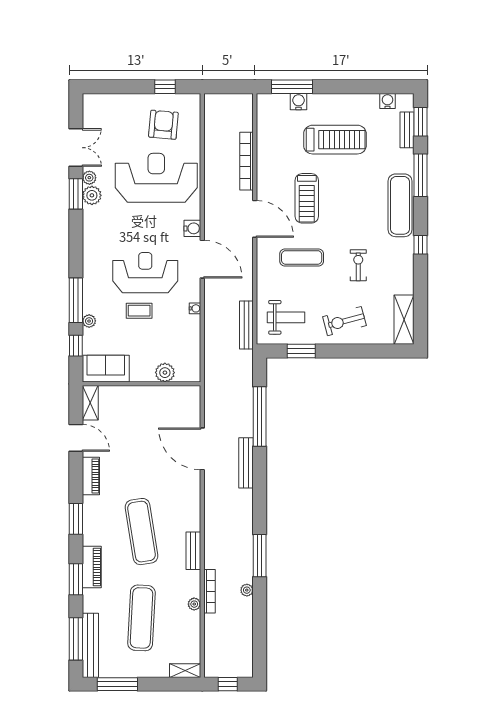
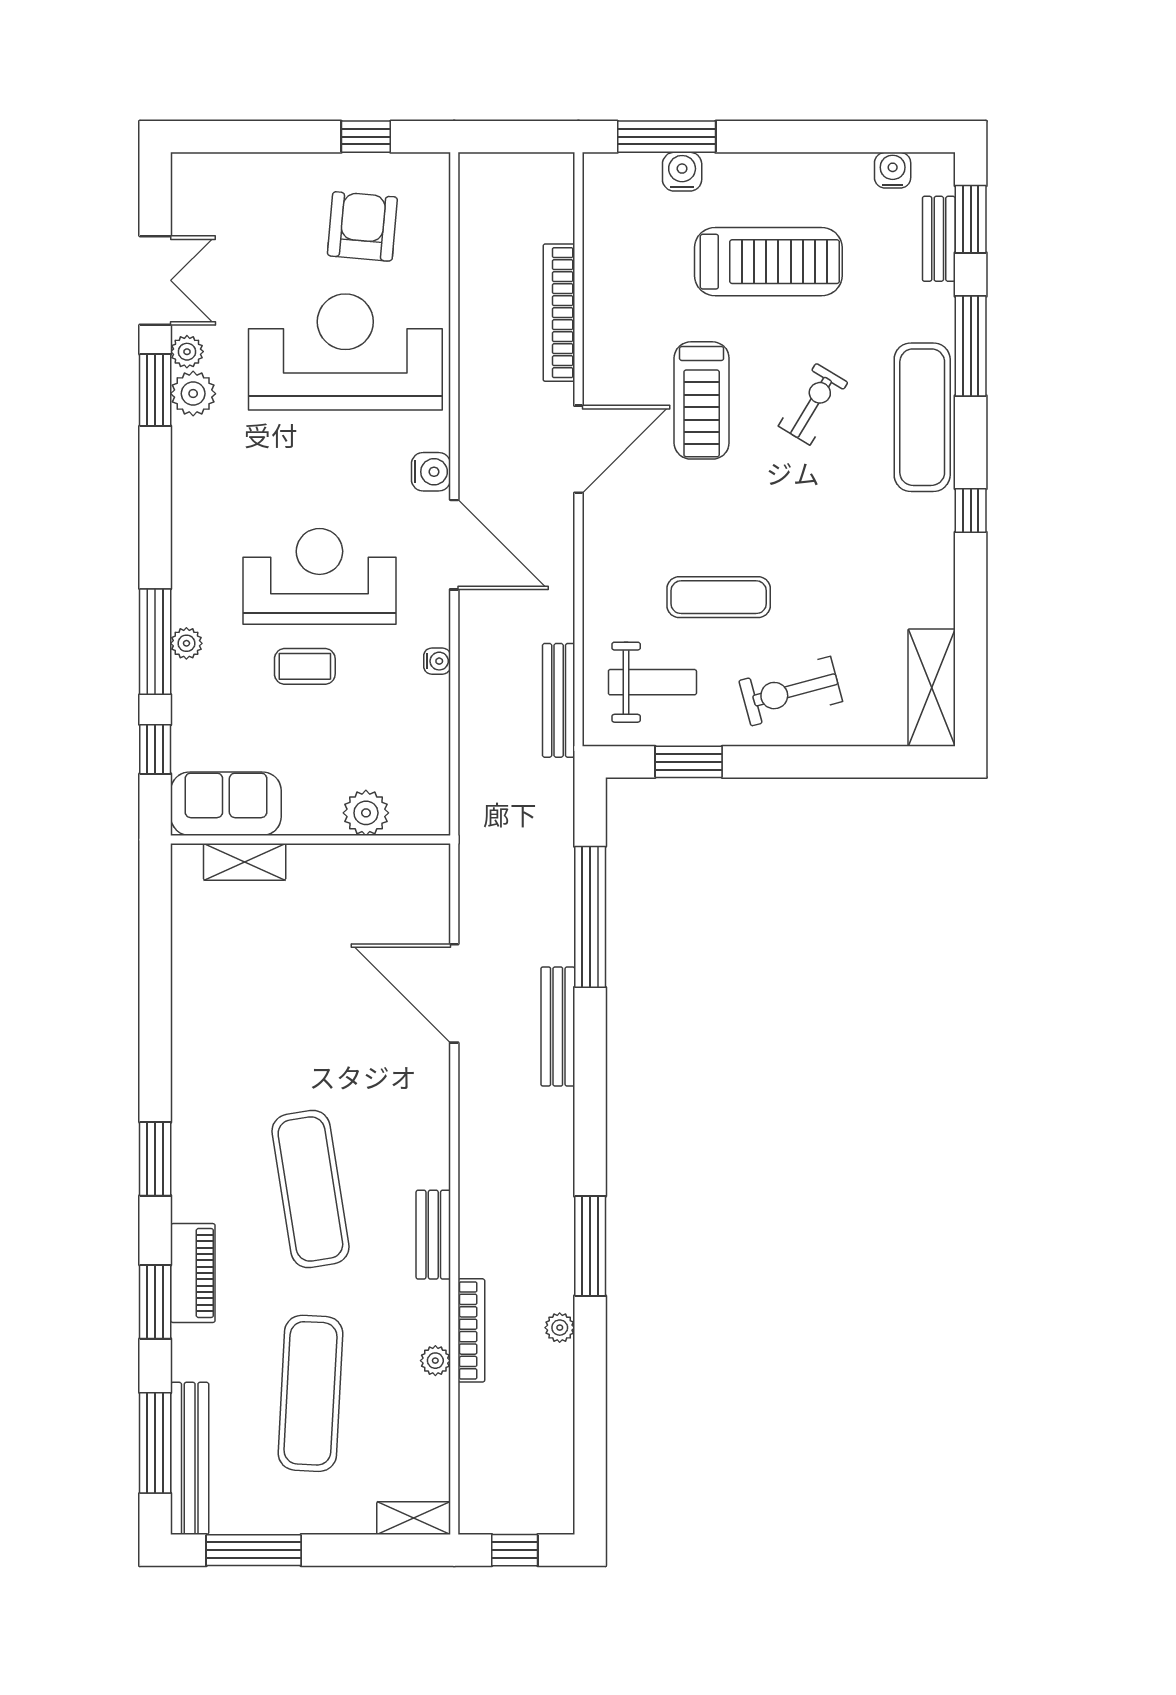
door: (255, 219) -> (578, 449), hinge flipped
exercise mat: (302, 257) -> (719, 597), moved
exercise bike: (358, 265) -> (813, 404), moved, turned 31
plant: (89, 321) -> (186, 643), moved
shelving: (90, 403) -> (245, 862), moved, turned 90
door: (76, 438) -> (155, 967), removed
piano: (91, 476) -> (191, 1058), removed

